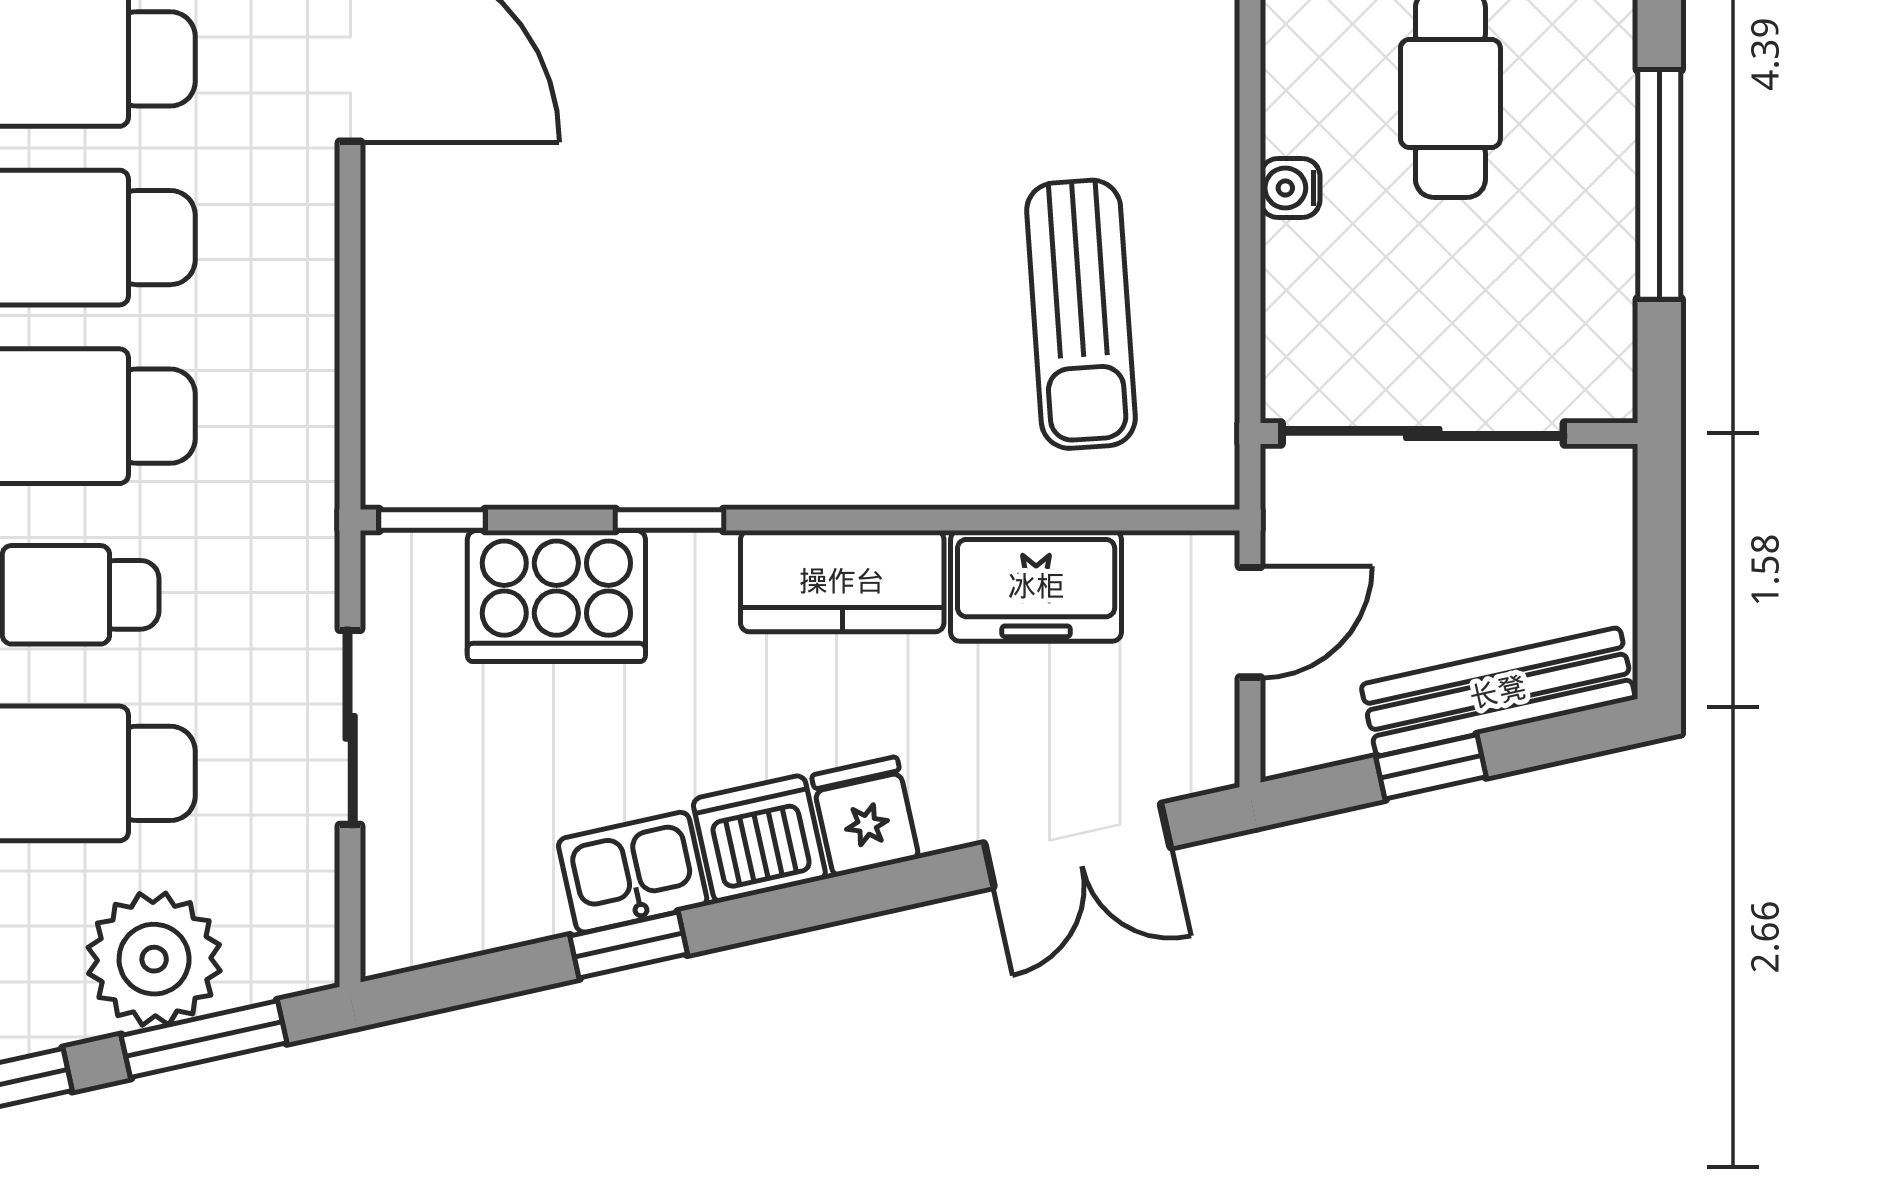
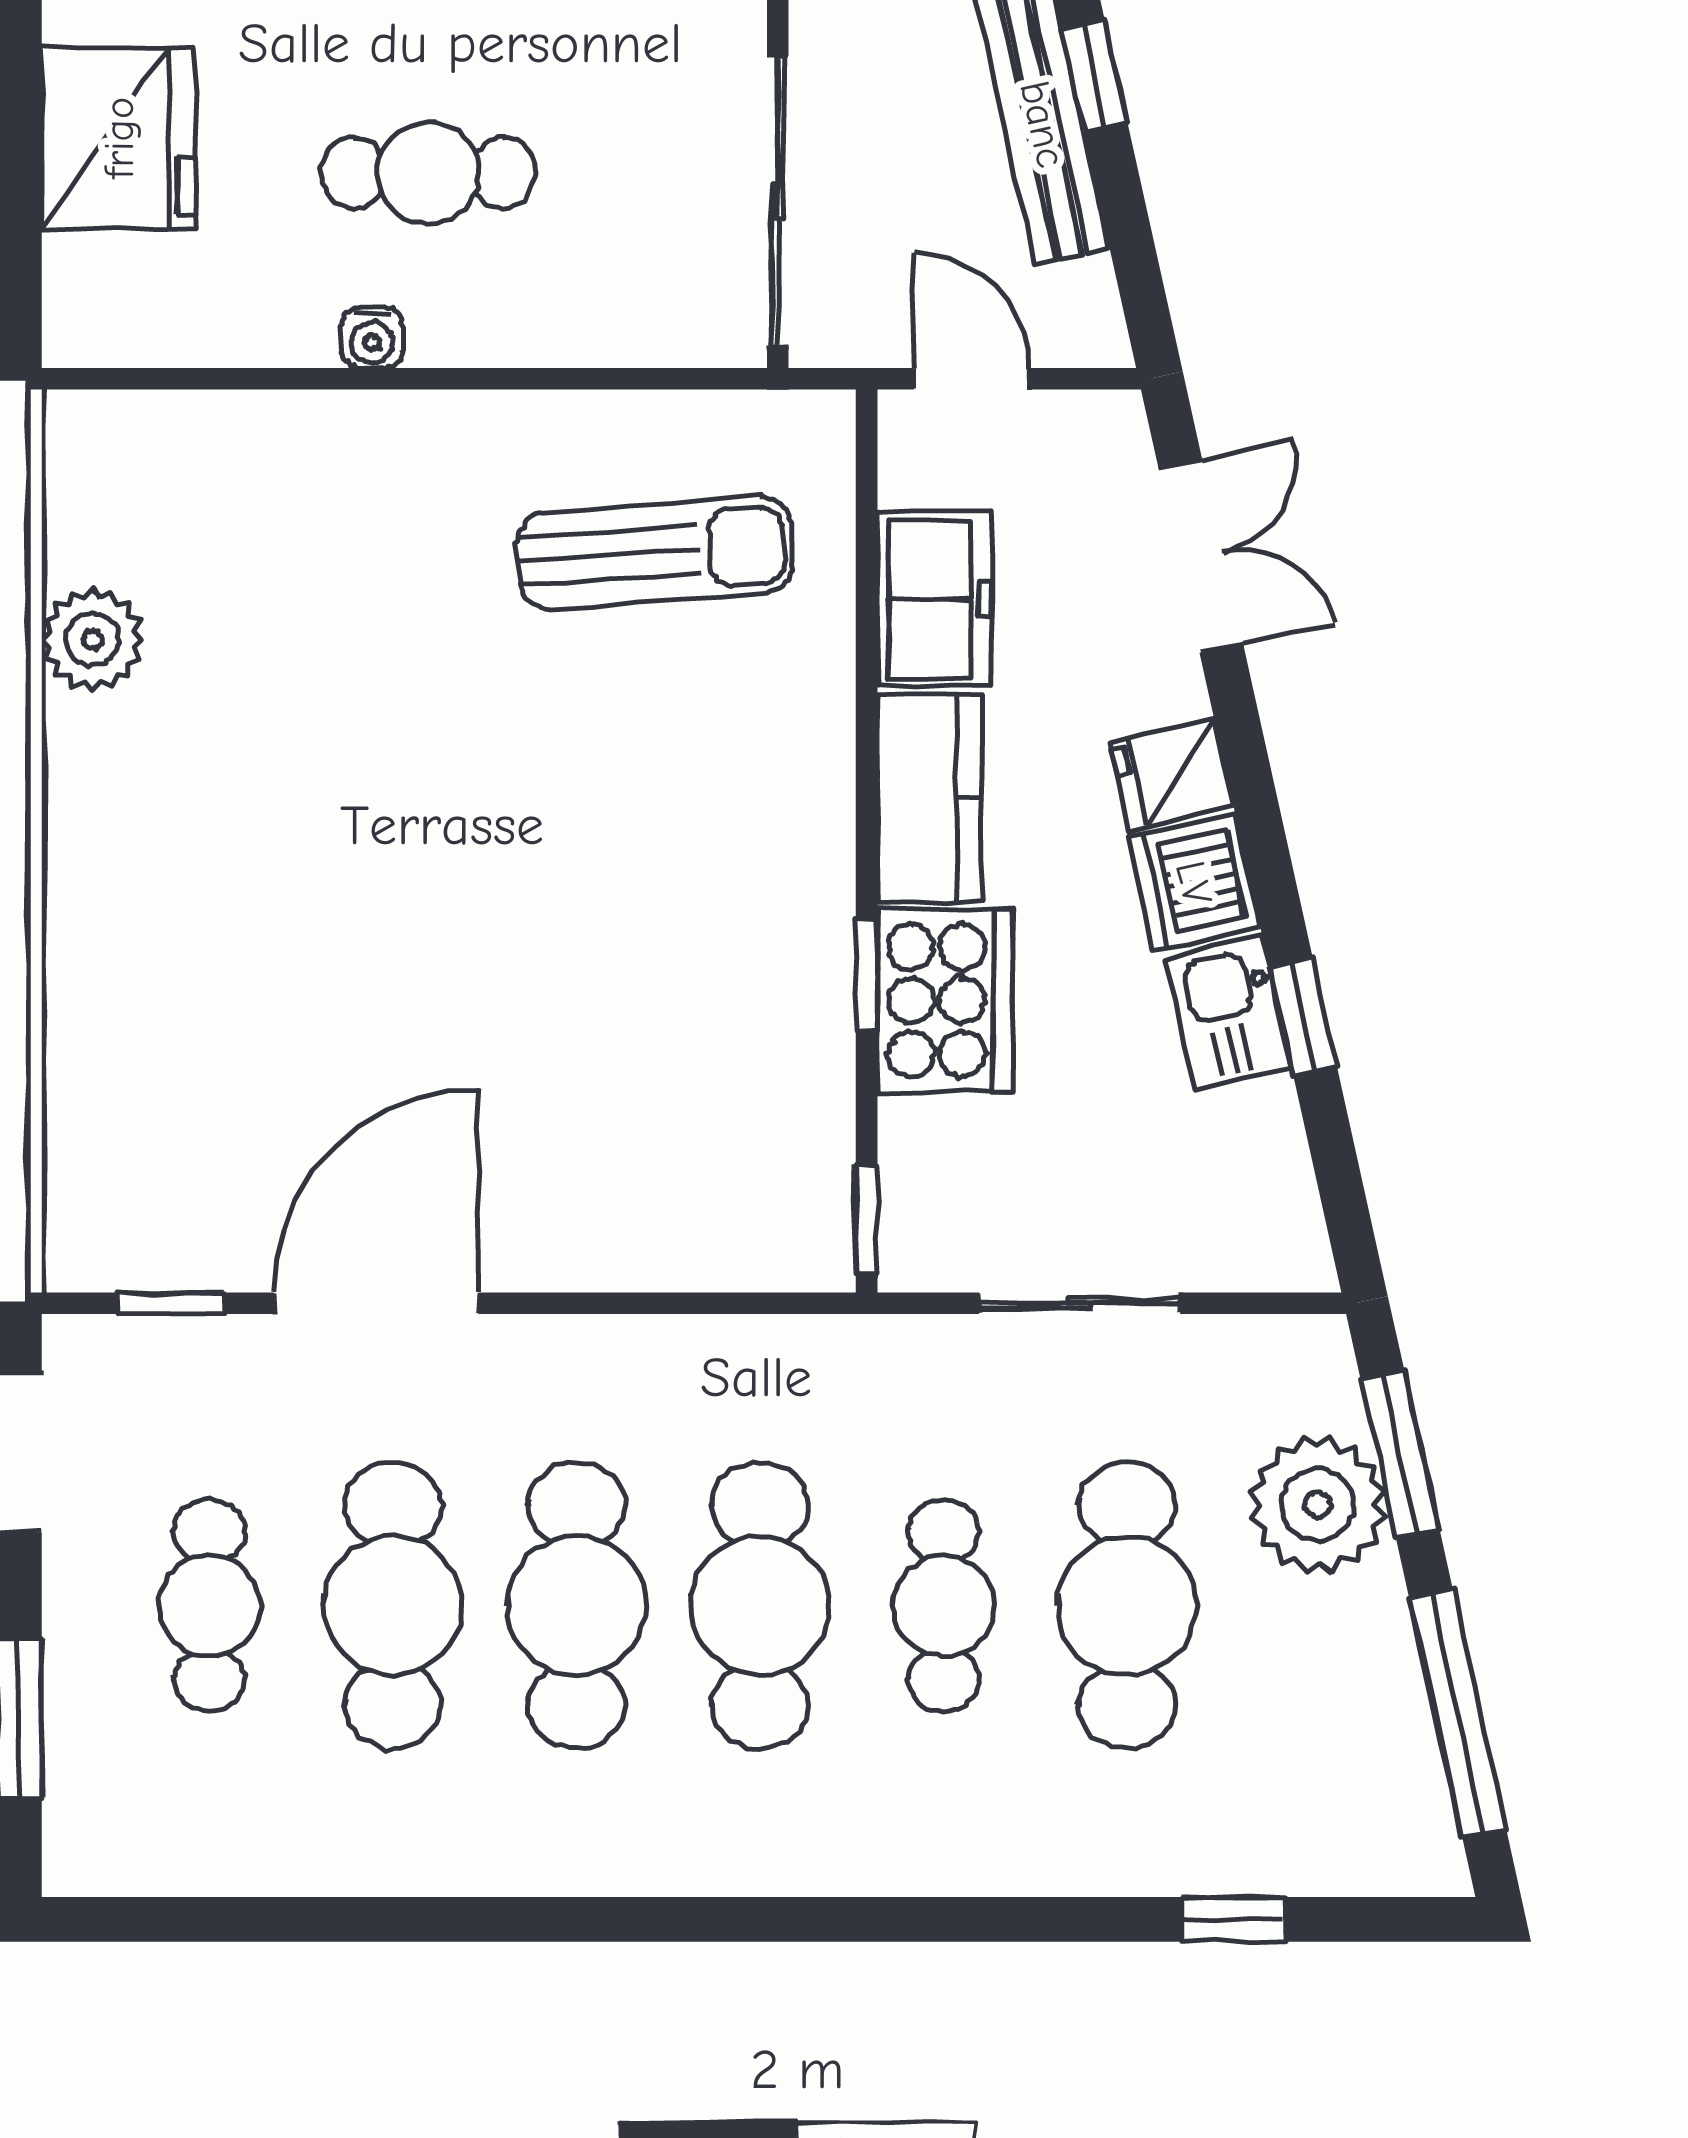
water cooler: (1290, 188) -> (372, 338), moved
cooker: (556, 596) -> (945, 1001), moved
window: (1431, 767) -> (1094, 76), moved

